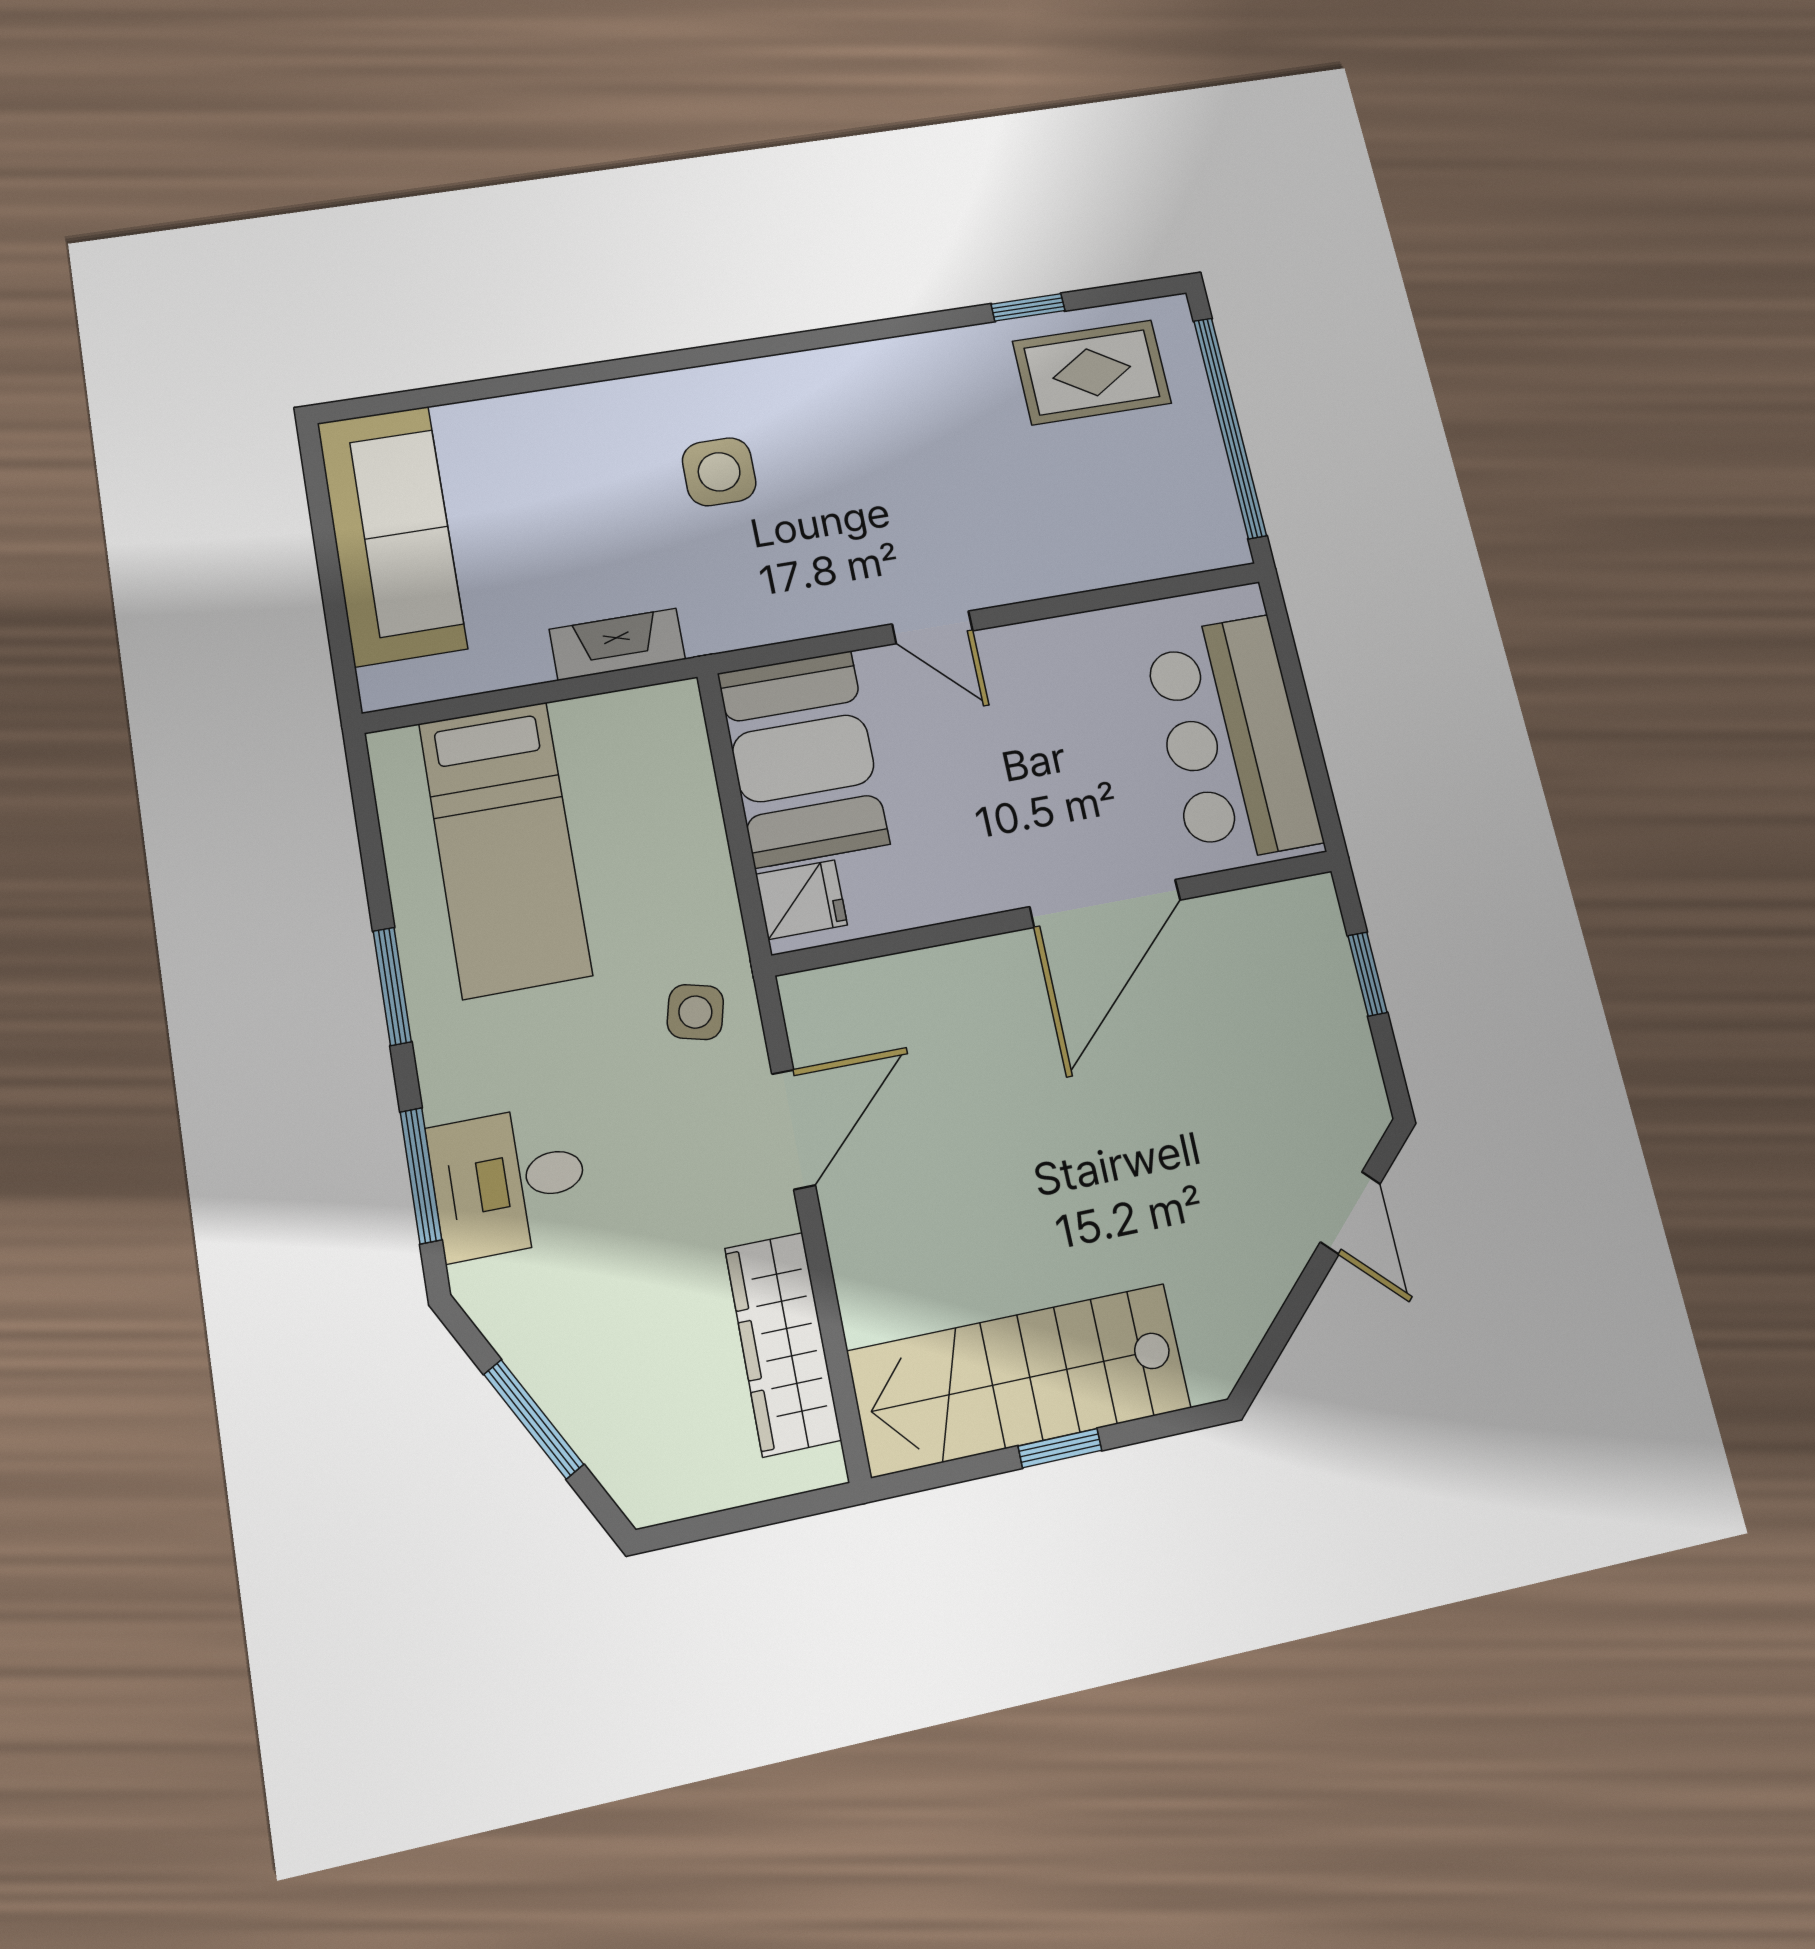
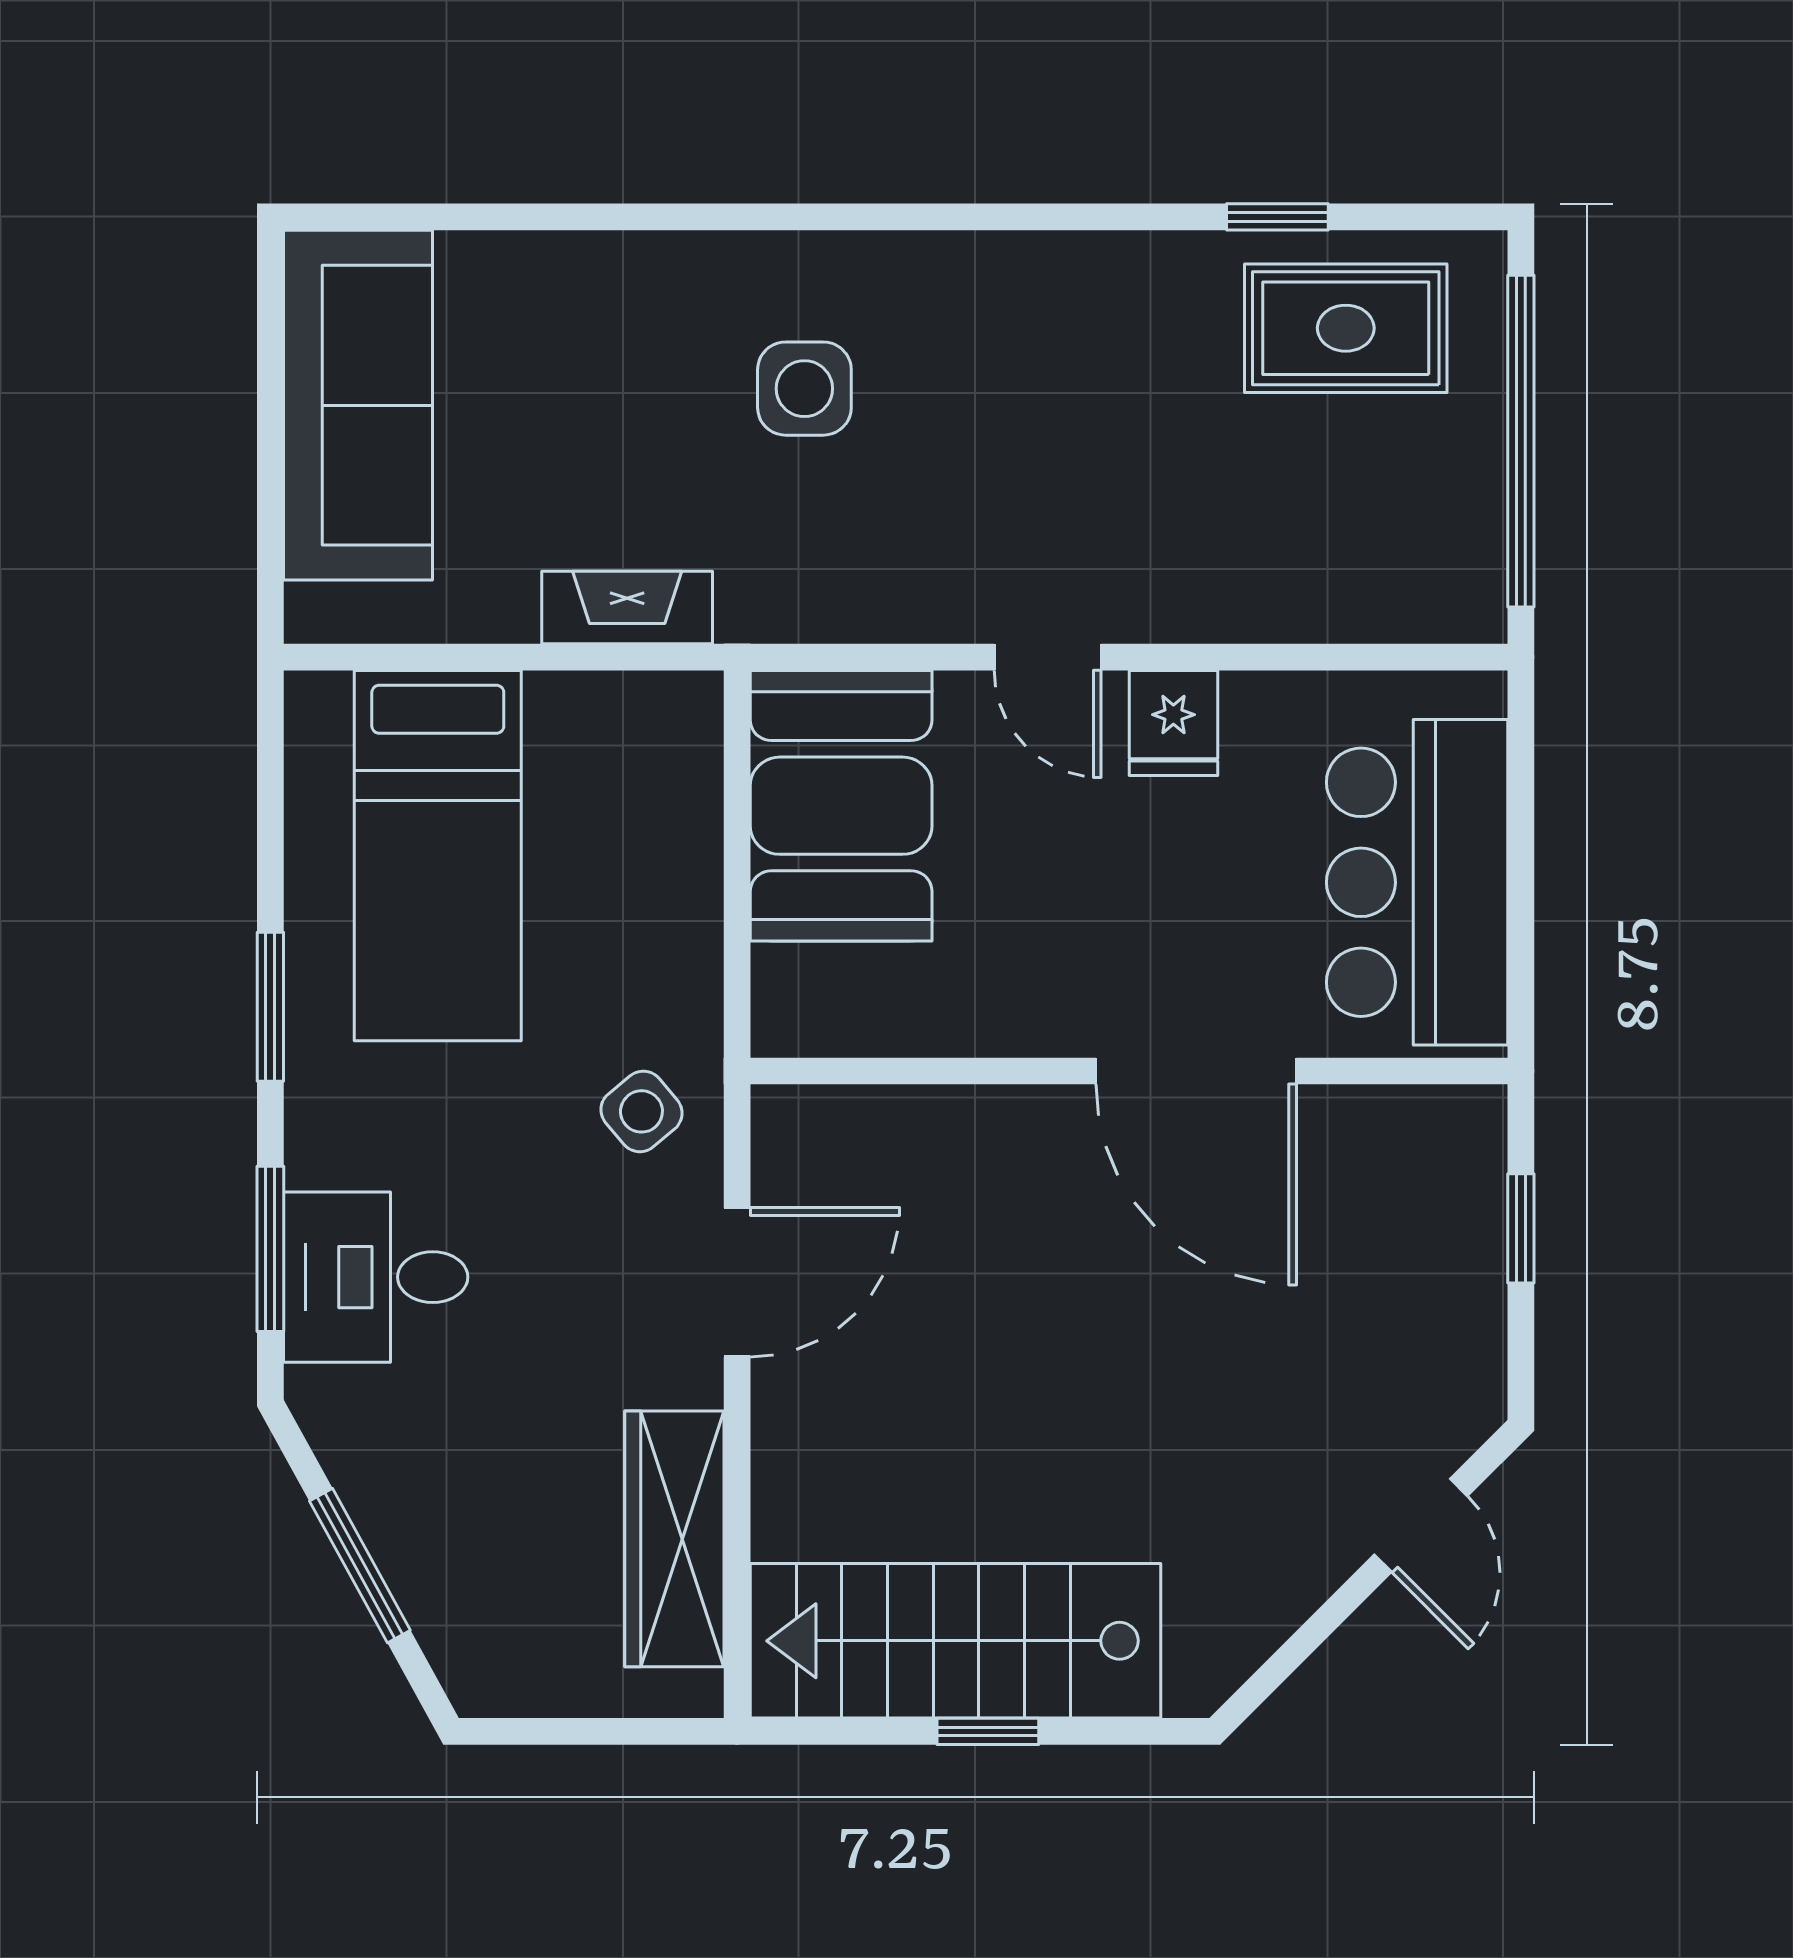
fridge: (801, 900) -> (1173, 723), moved, turned 90
door: (1105, 903) -> (1196, 1071), hinge flipped
side table: (695, 1012) -> (641, 1111), turned 36

